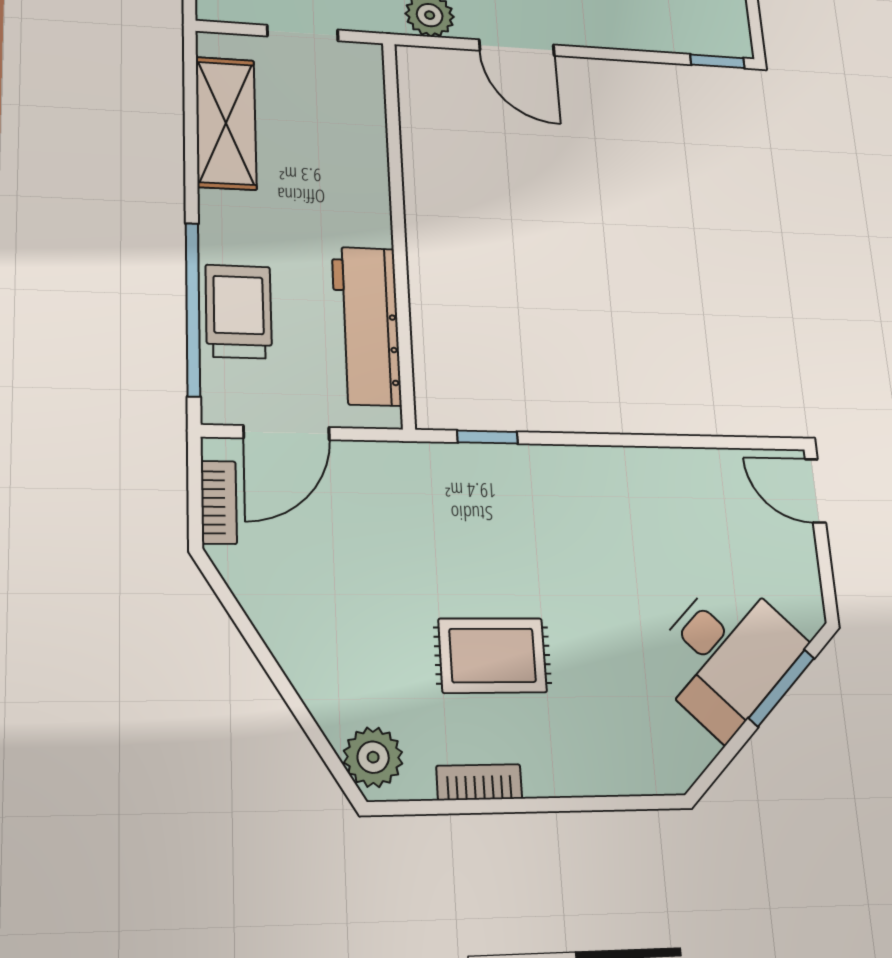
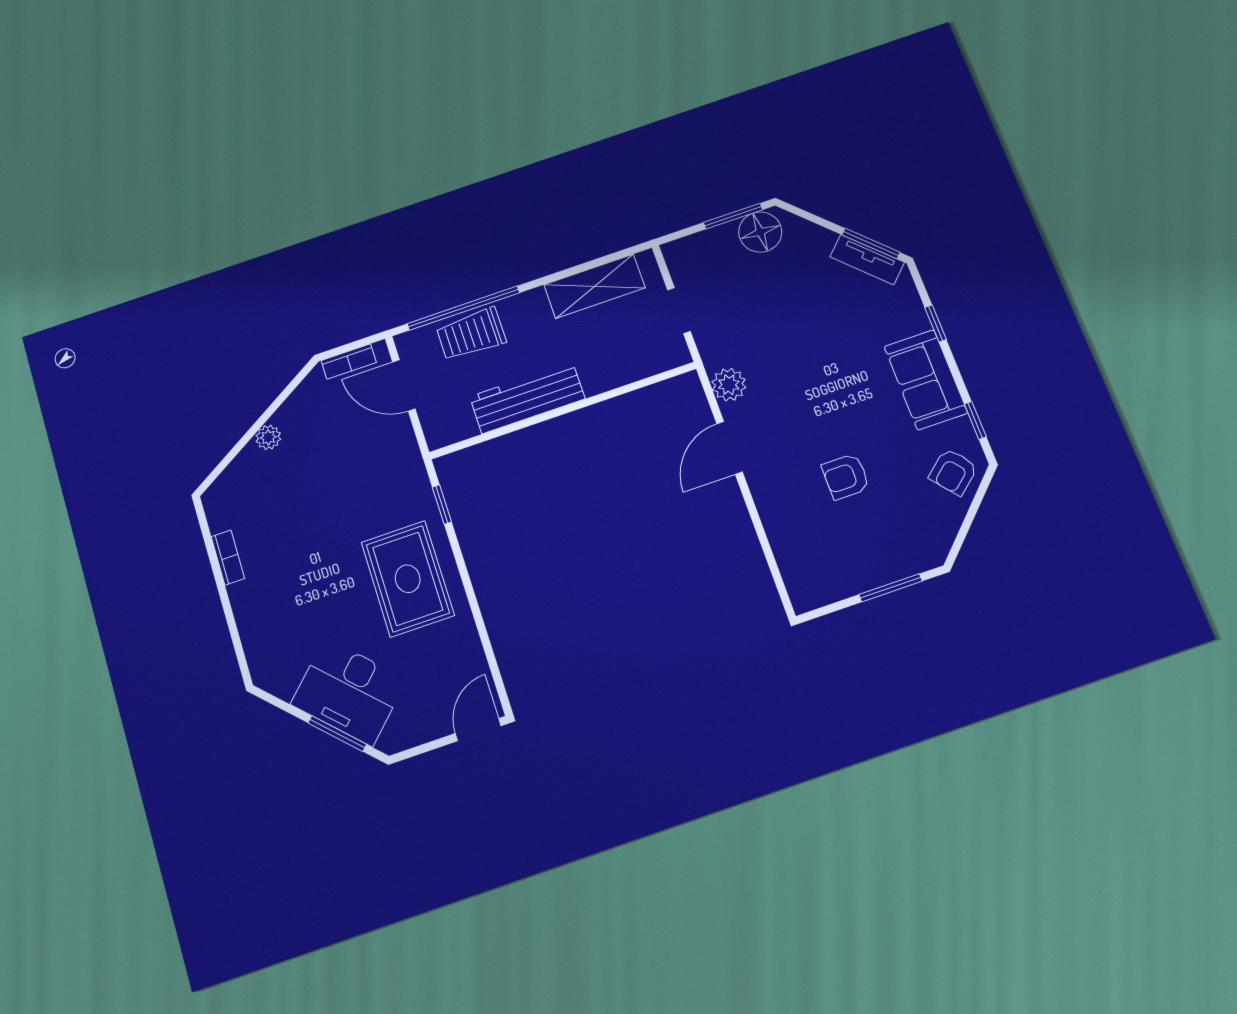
window: (717, 61) -> (782, 589), removed
trolley: (239, 311) -> (471, 334), turned 180
workbench: (366, 326) -> (527, 398), moved
rug: (493, 655) -> (408, 579), moved, width x1.36, depth x1.43
plant: (373, 757) -> (268, 437), moved, width x0.73, depth x0.73

